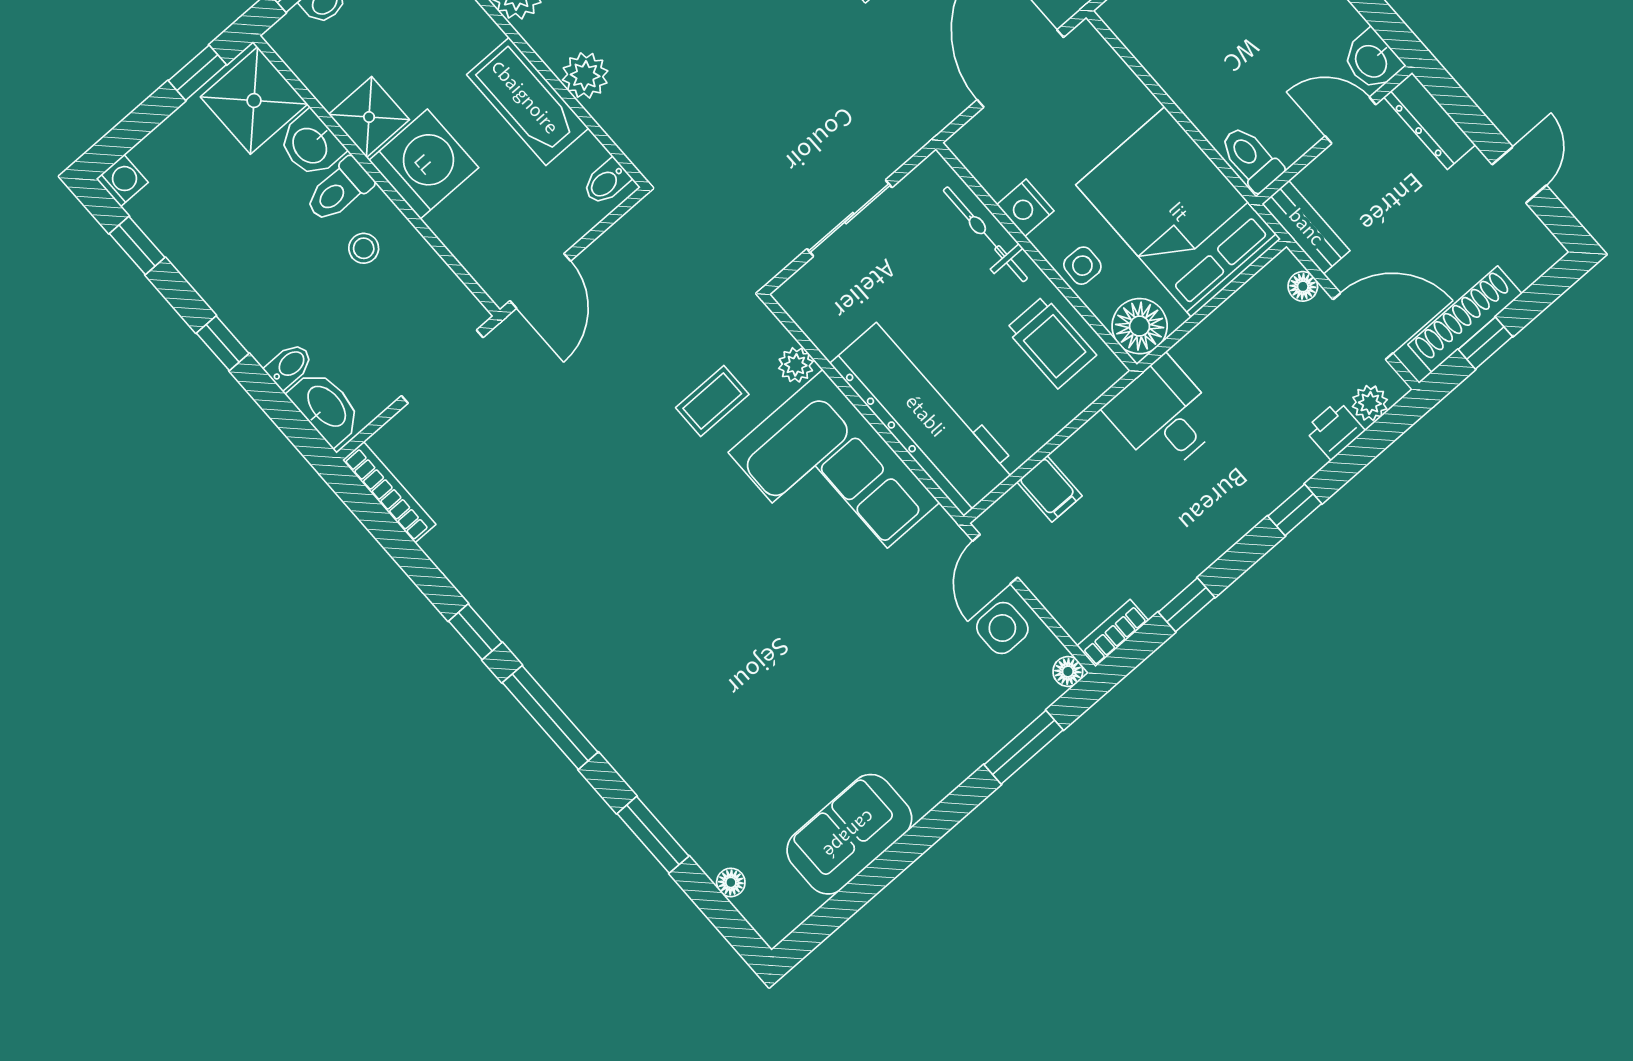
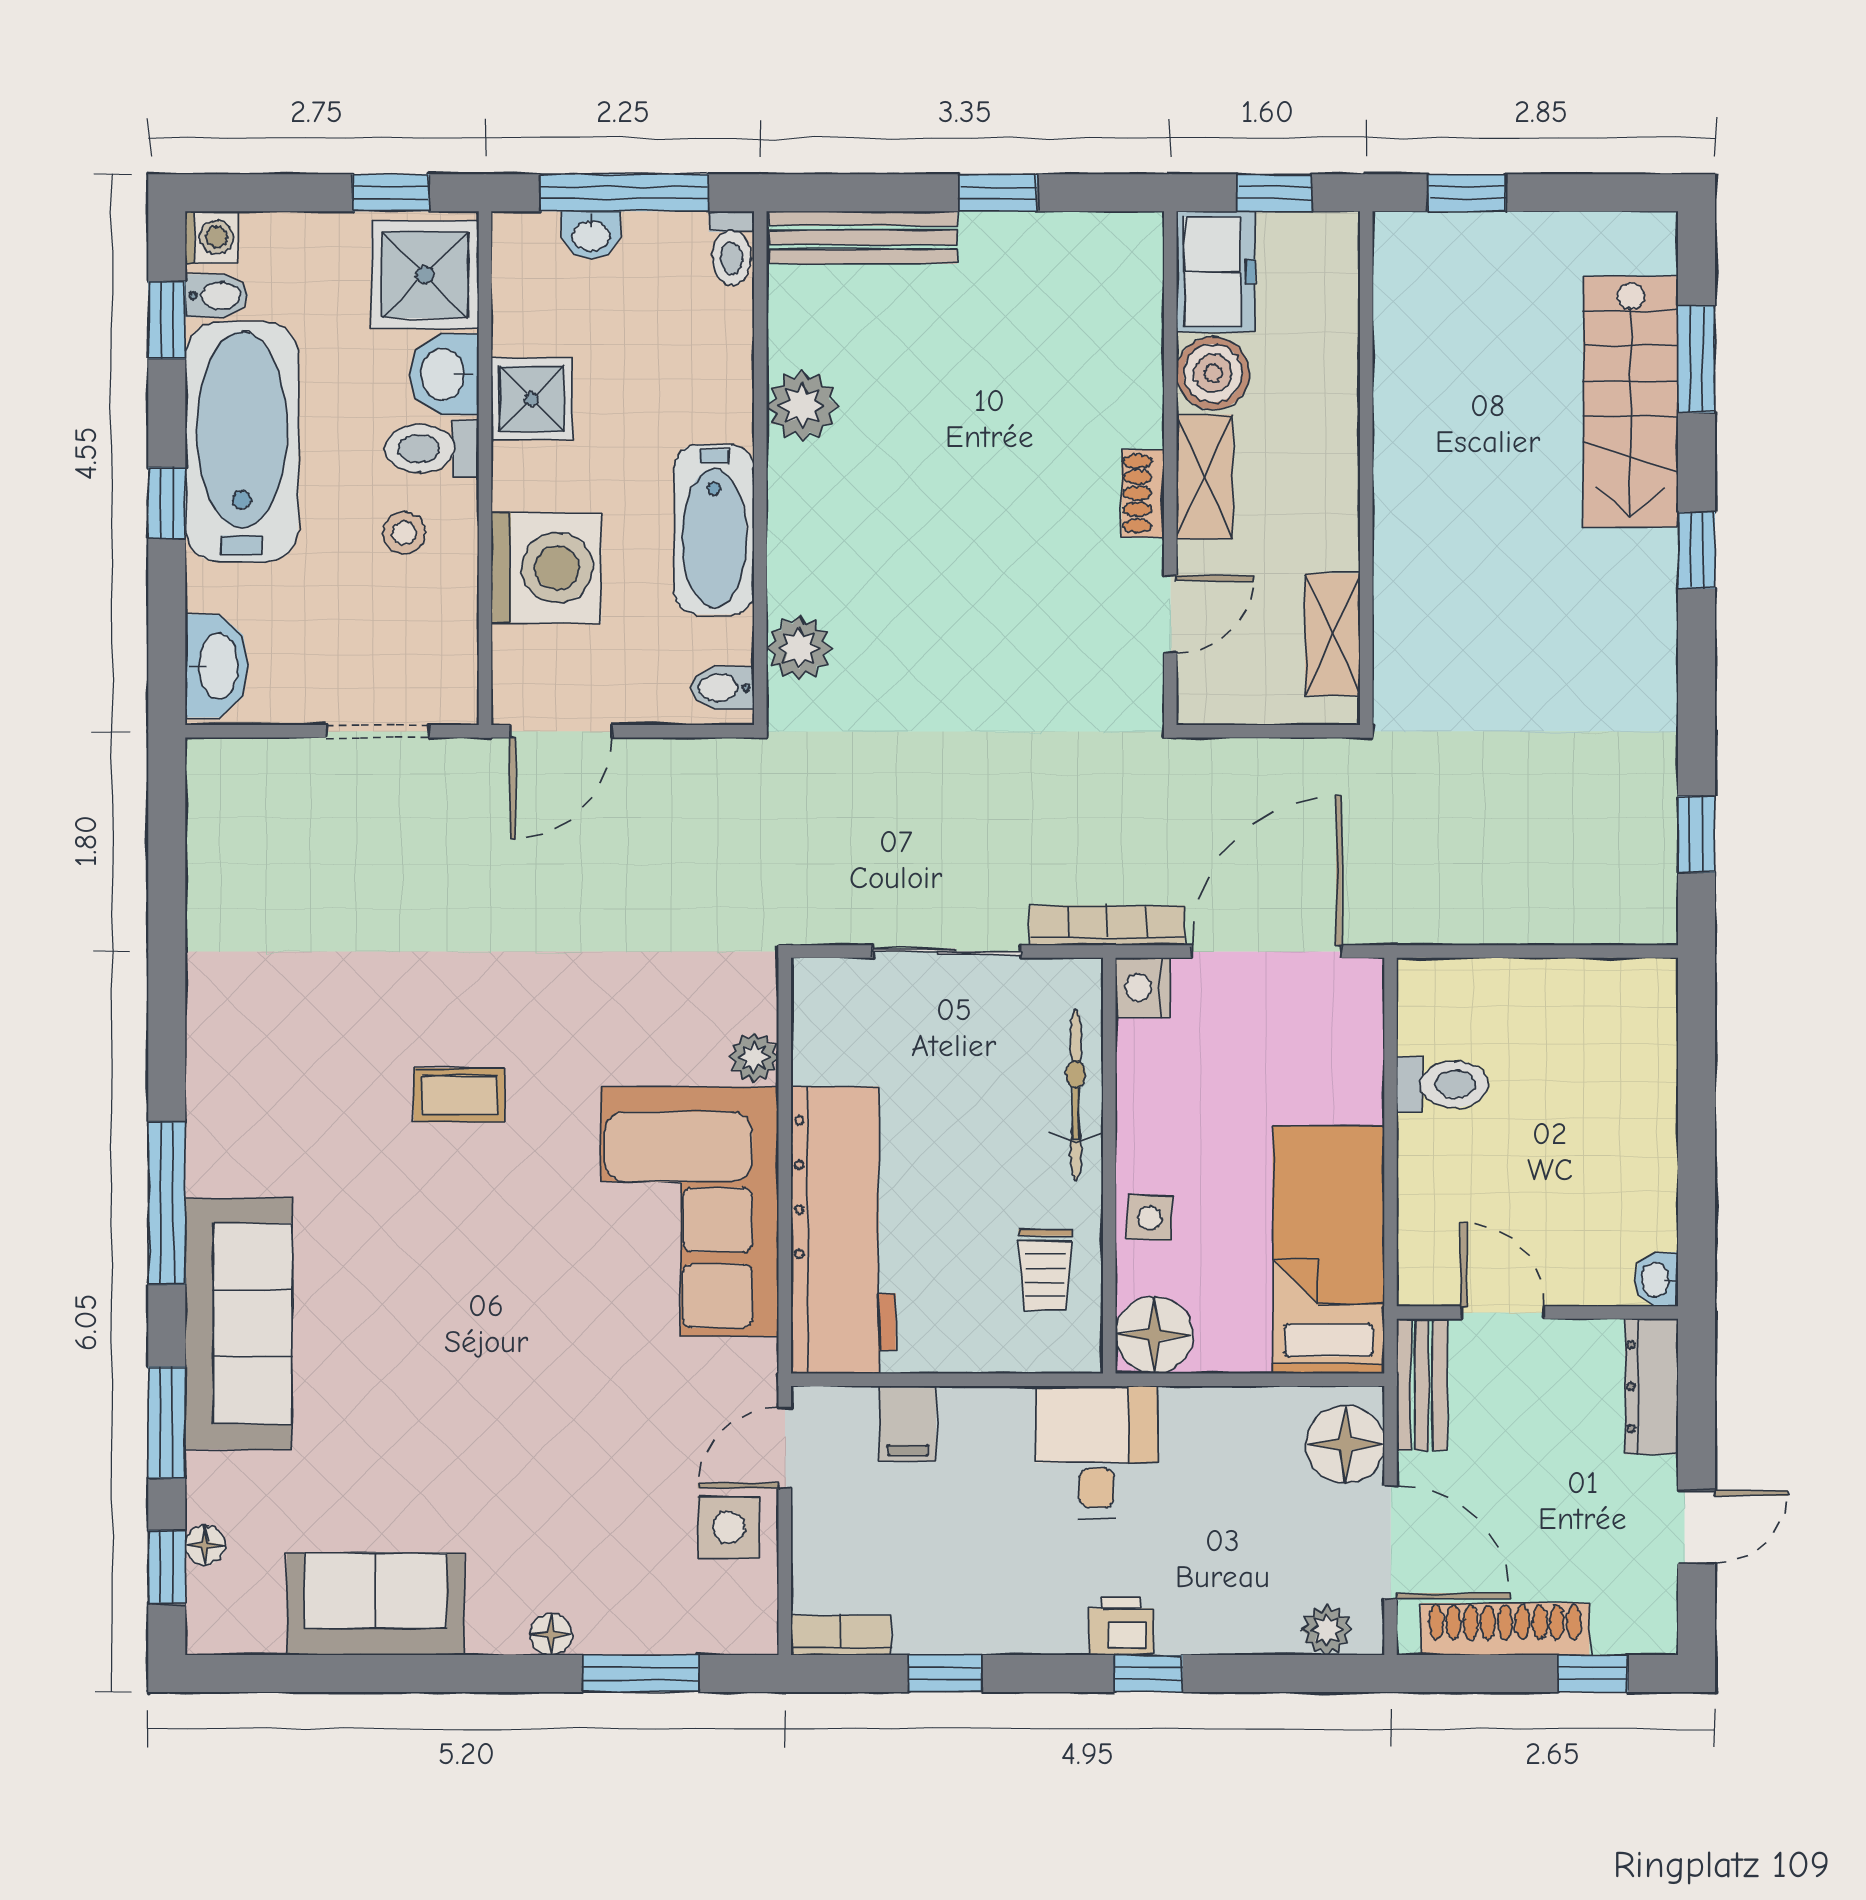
washbasin: (1372, 60) -> (1656, 1279), width x0.72, depth x0.69
plant: (585, 75) -> (799, 648), moved
door: (1351, 120) -> (1503, 1312), moved
toilet: (1251, 158) -> (1443, 1084), moved, turned 90
washing machine: (424, 164) -> (546, 568), moved
nightstand: (1025, 208) -> (1143, 988), moved
bed: (1178, 212) -> (1329, 1250), width x0.67
bathtub: (234, 276) -> (242, 442), added
floor lamp: (1303, 286) -> (1345, 1444), width x1.89, depth x1.89
trolley: (1051, 342) -> (1045, 1270), width x0.73, depth x0.72
window: (1485, 343) -> (1593, 1674), moved
bidet: (289, 366) -> (217, 296), moved
doorway: (442, 367) -> (378, 731), width x0.73
coffee table: (712, 401) -> (459, 1095), moved
printer: (1335, 430) -> (1121, 1626), moved
bookcase: (389, 492) -> (1107, 925), moved, turned -90
window: (475, 632) -> (167, 1567), moved
floor lamp: (1068, 671) -> (551, 1634), moved
sofa: (645, 748) -> (239, 1324), added

